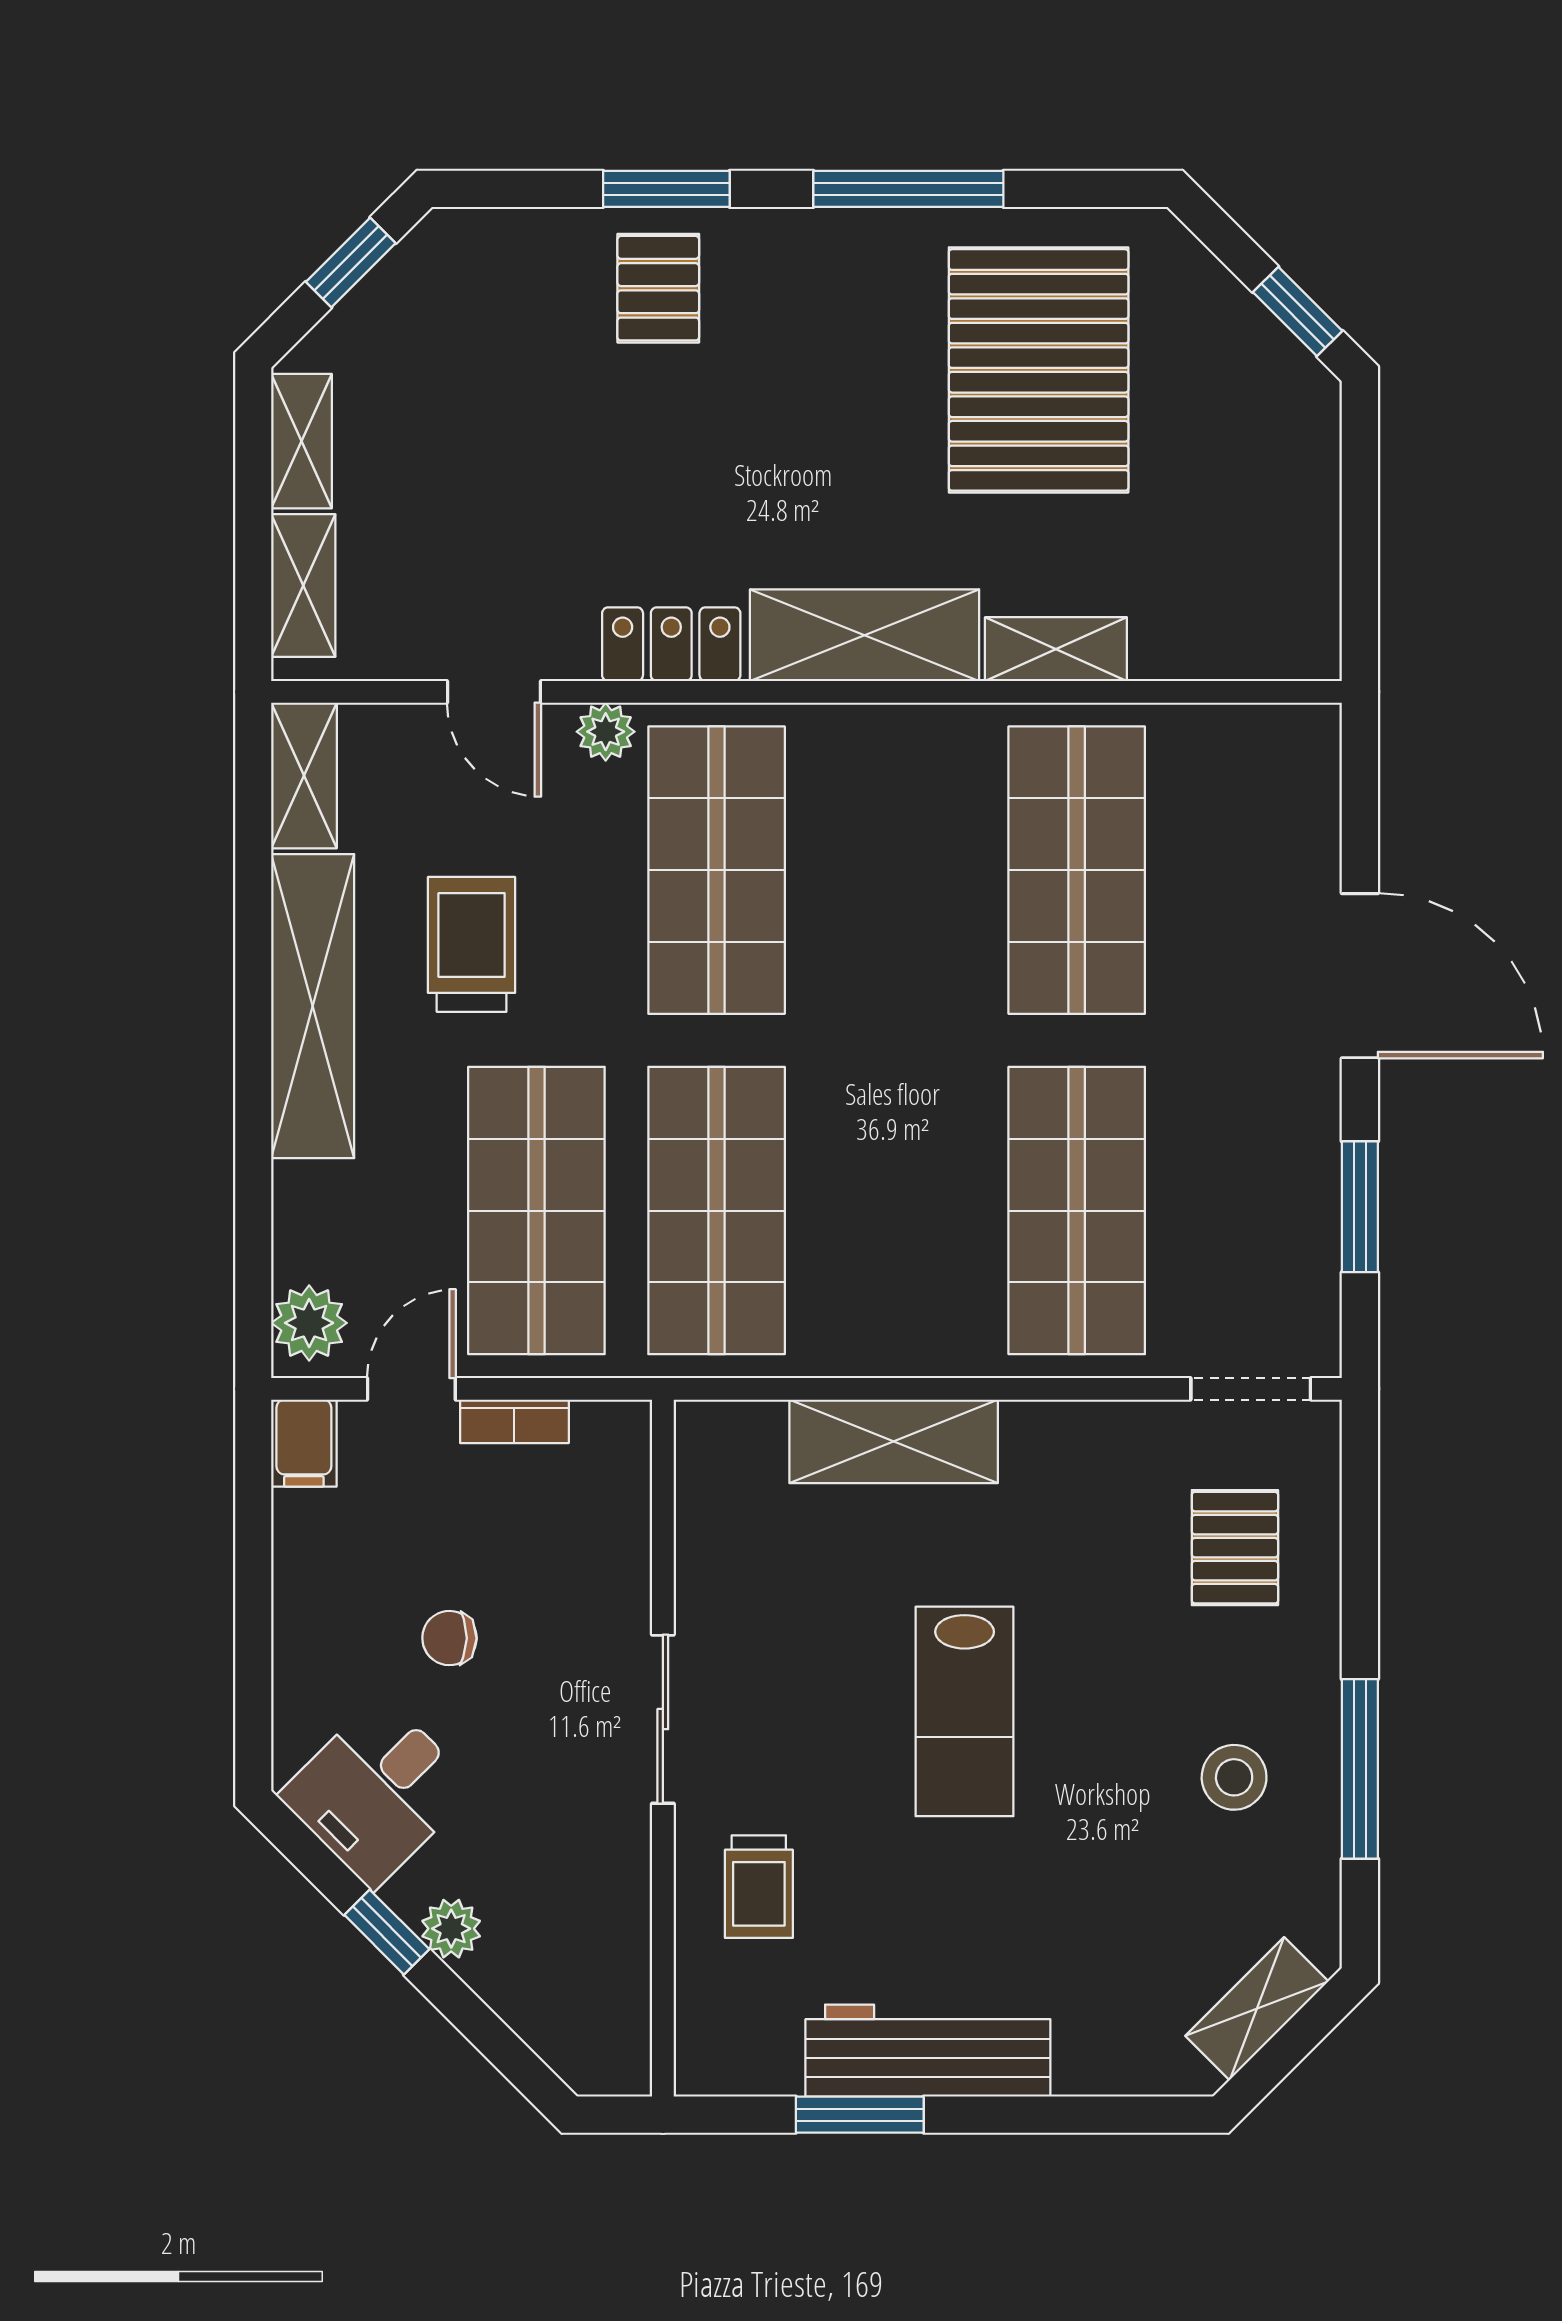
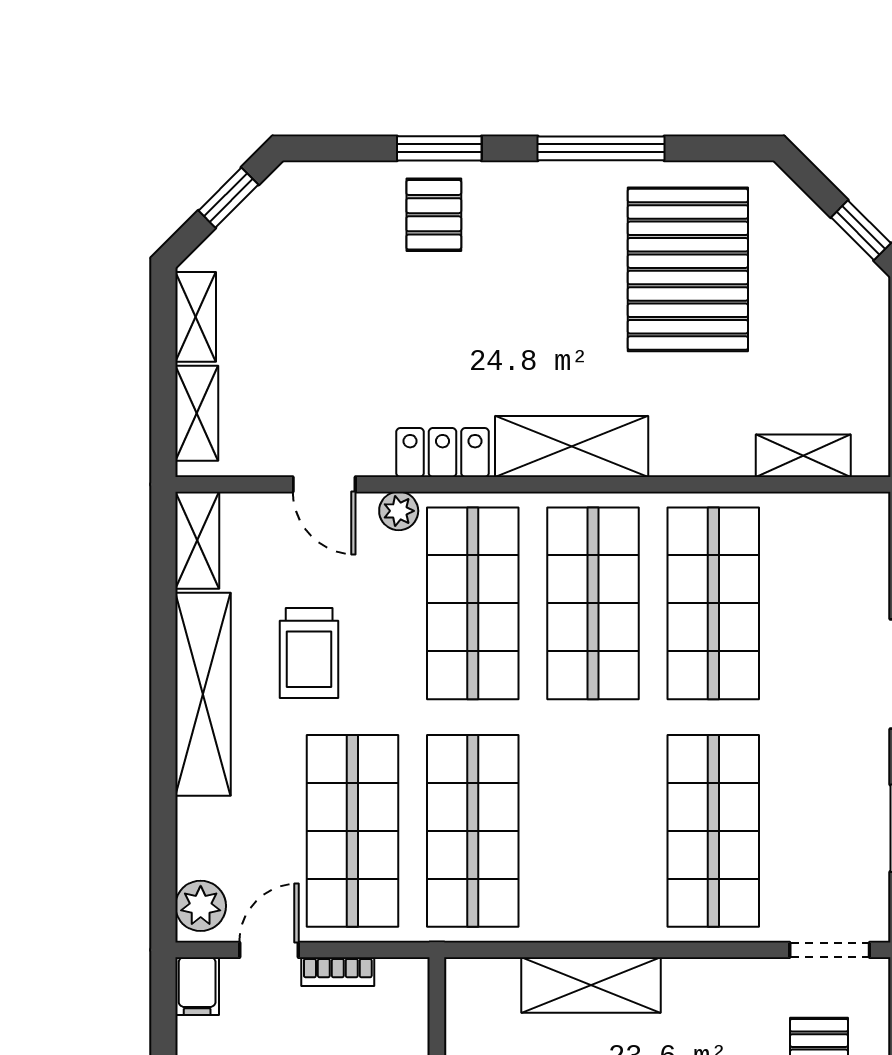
shelving: (1056, 649) -> (803, 456), moved
shop shelf: (897, 870) -> (593, 603), added
trolley: (472, 944) -> (309, 653), turned 180

